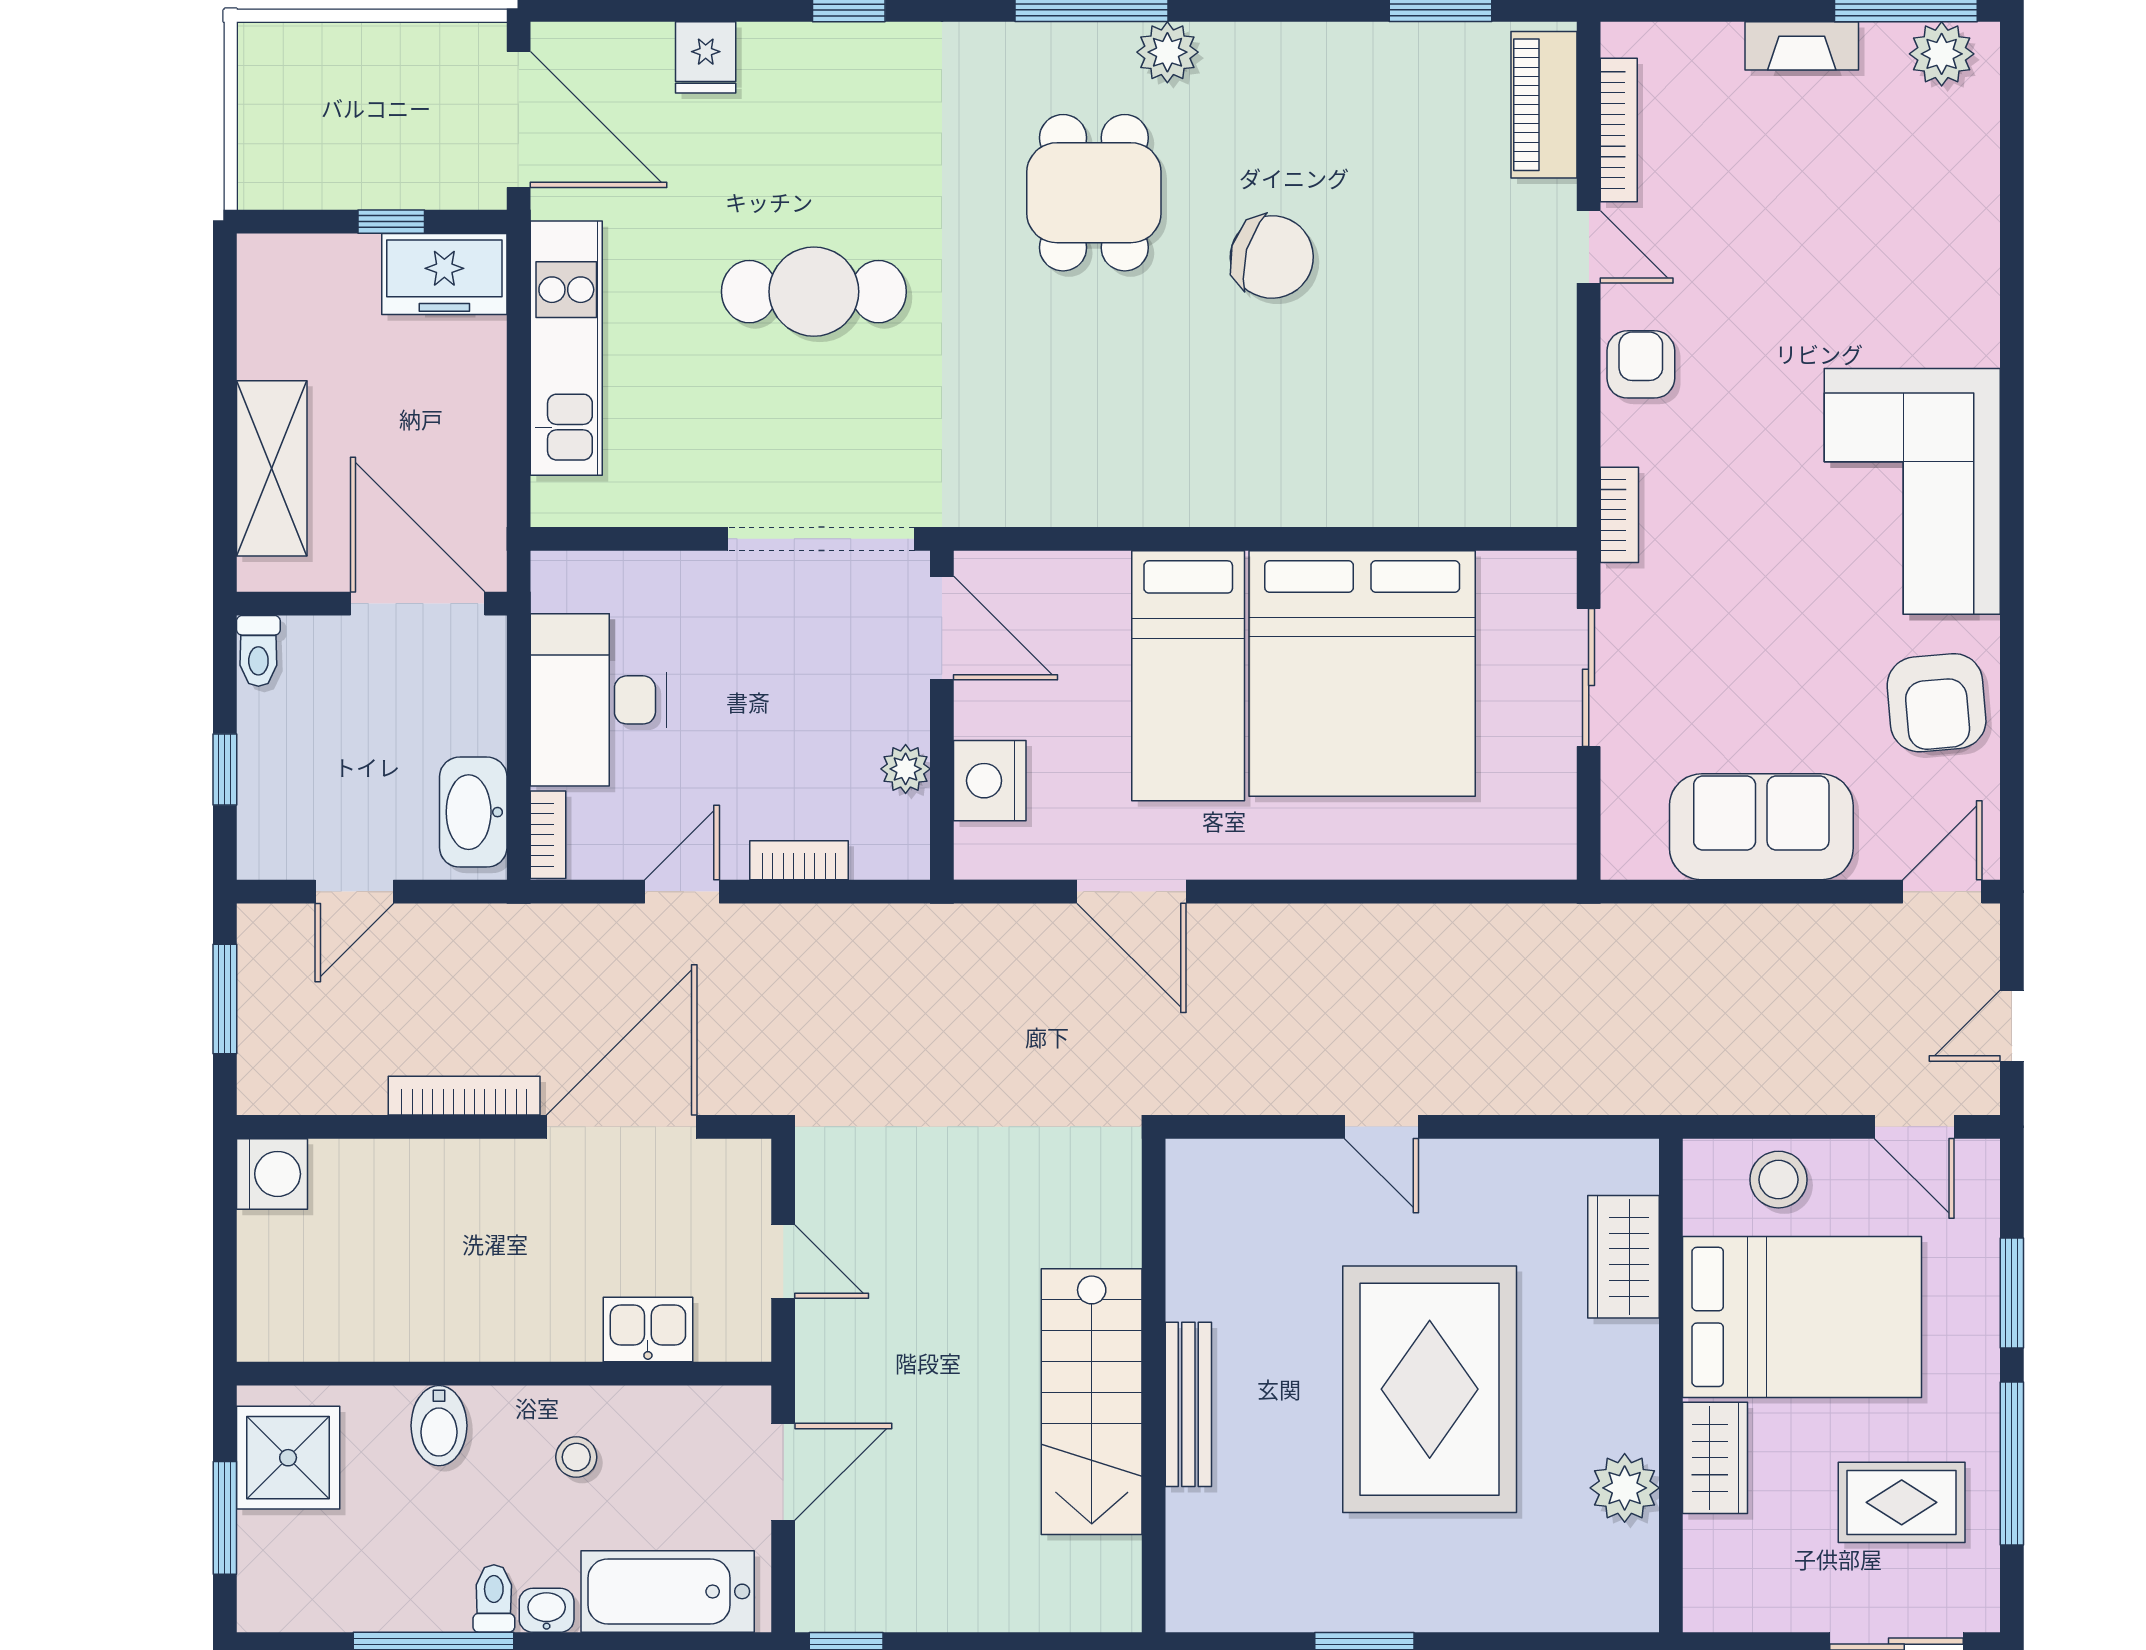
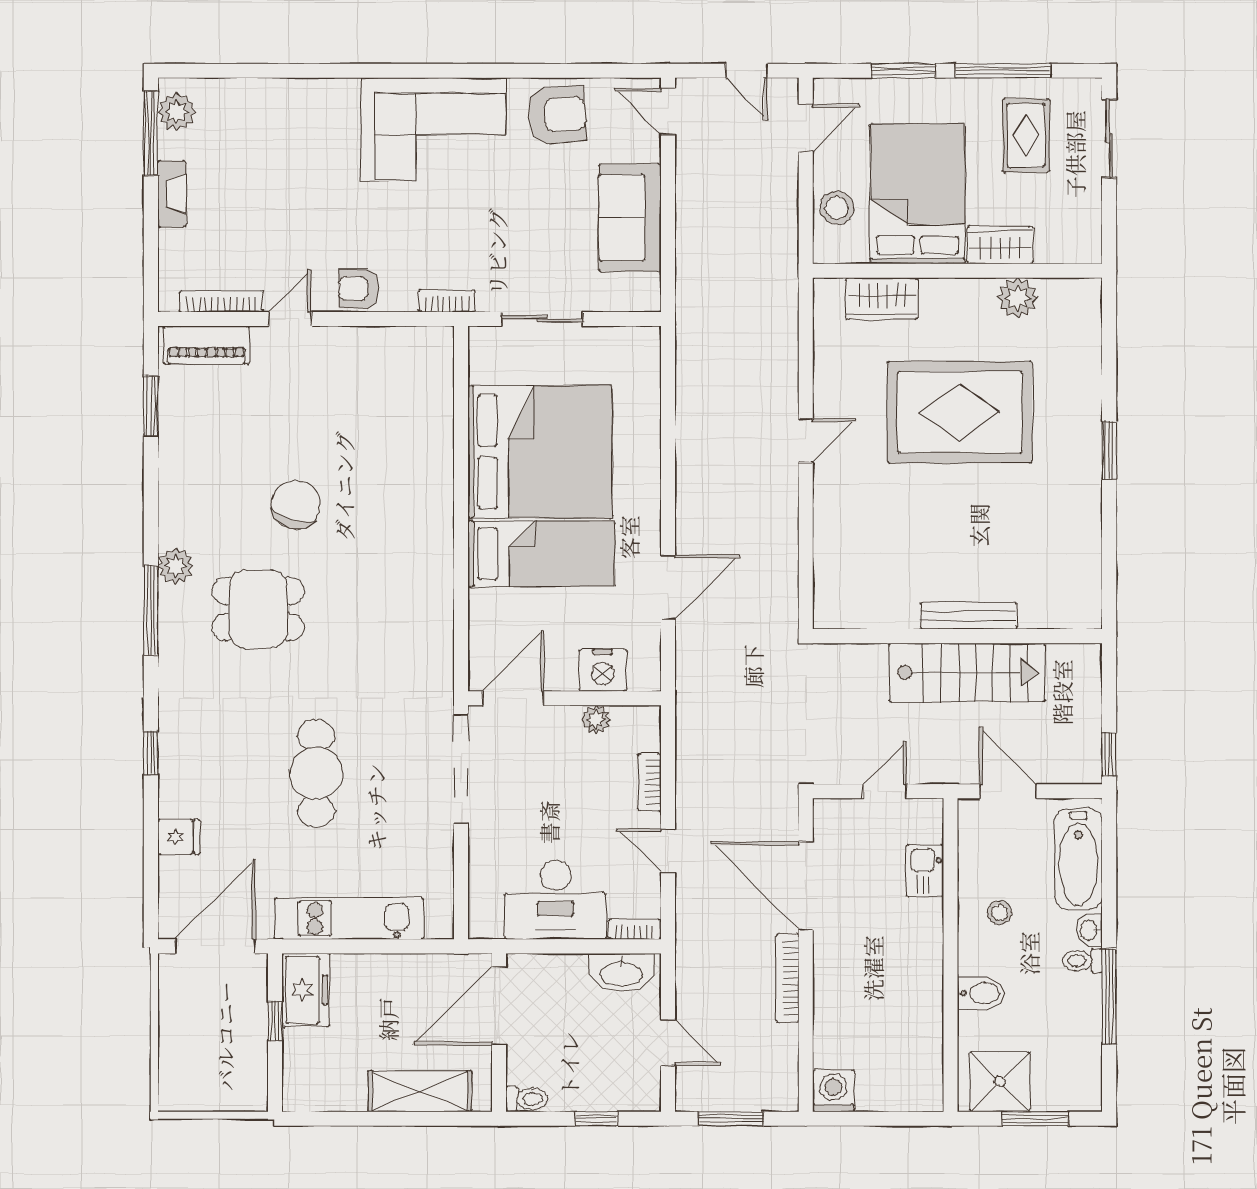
wall: (1154, 1385) -> (957, 636), moved
stairs: (1092, 1402) -> (967, 672), moved
bench: (1188, 1404) -> (969, 616), moved

